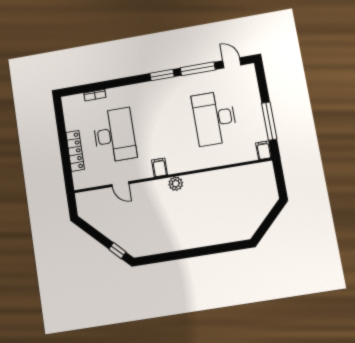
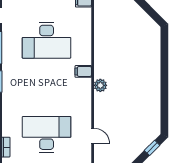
filing cabinet: (160, 167) -> (83, 71), moved
door: (120, 184) -> (93, 136), hinge flipped

